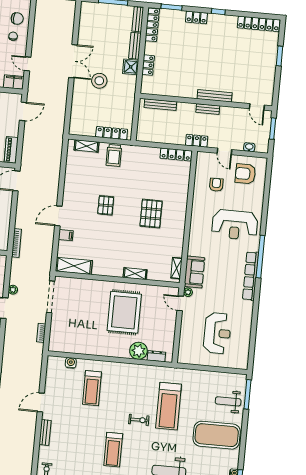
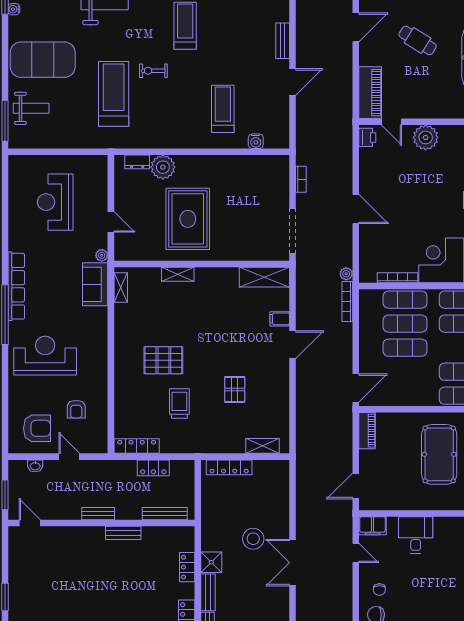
bench: (215, 96) -> (123, 533), moved, width x0.73
locker: (197, 141) -> (153, 468), moved
trolley: (114, 155) -> (179, 404), moved
pallet: (106, 205) -> (235, 389), moved
pallet: (151, 214) -> (163, 360), turned 90
plant: (13, 290) -> (346, 274), moved
door: (180, 303) -> (111, 222), moved

